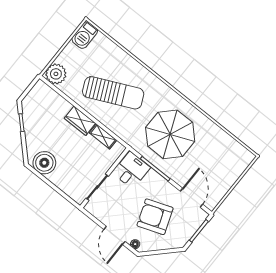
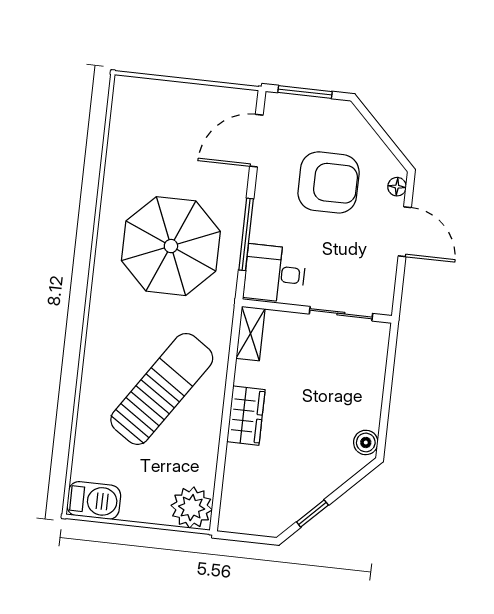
sun lounger: (113, 93) -> (162, 389), turned 59
shelving: (103, 136) -> (250, 334), moved
boiler: (44, 163) -> (366, 442), width x0.54, depth x0.54
armchair: (155, 217) -> (329, 182), turned -70
door: (114, 235) -> (405, 232), hinge flipped

